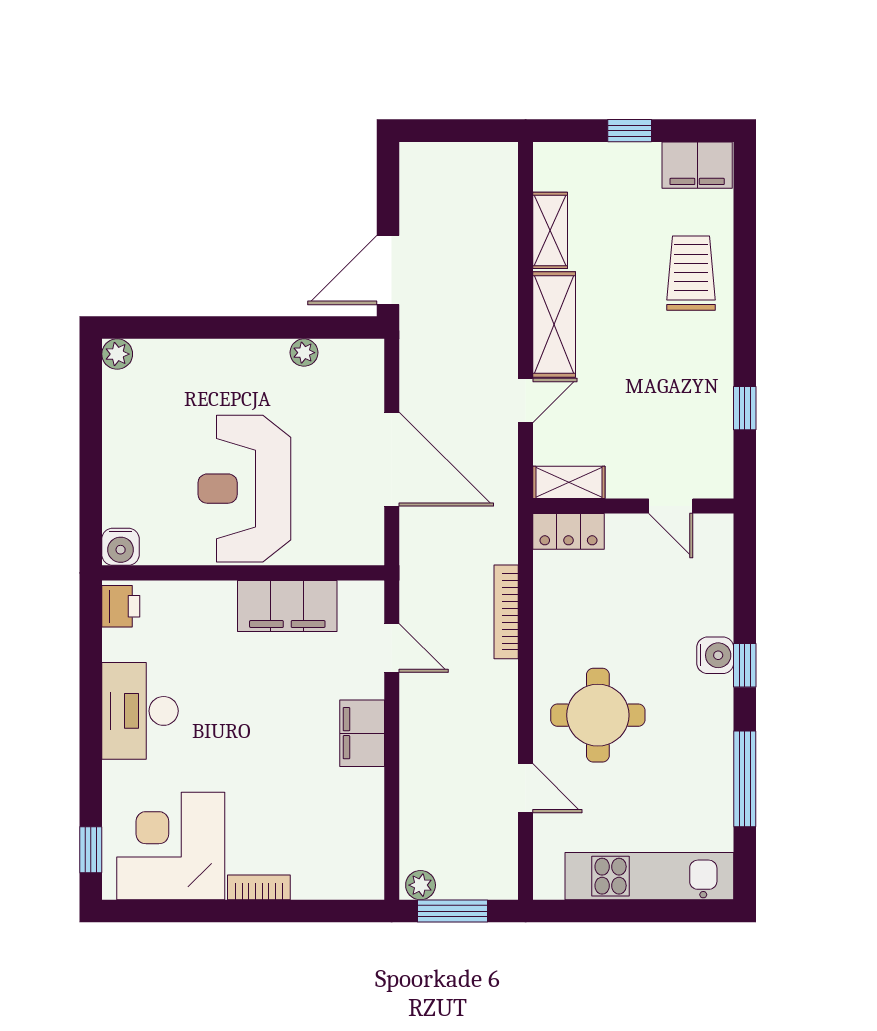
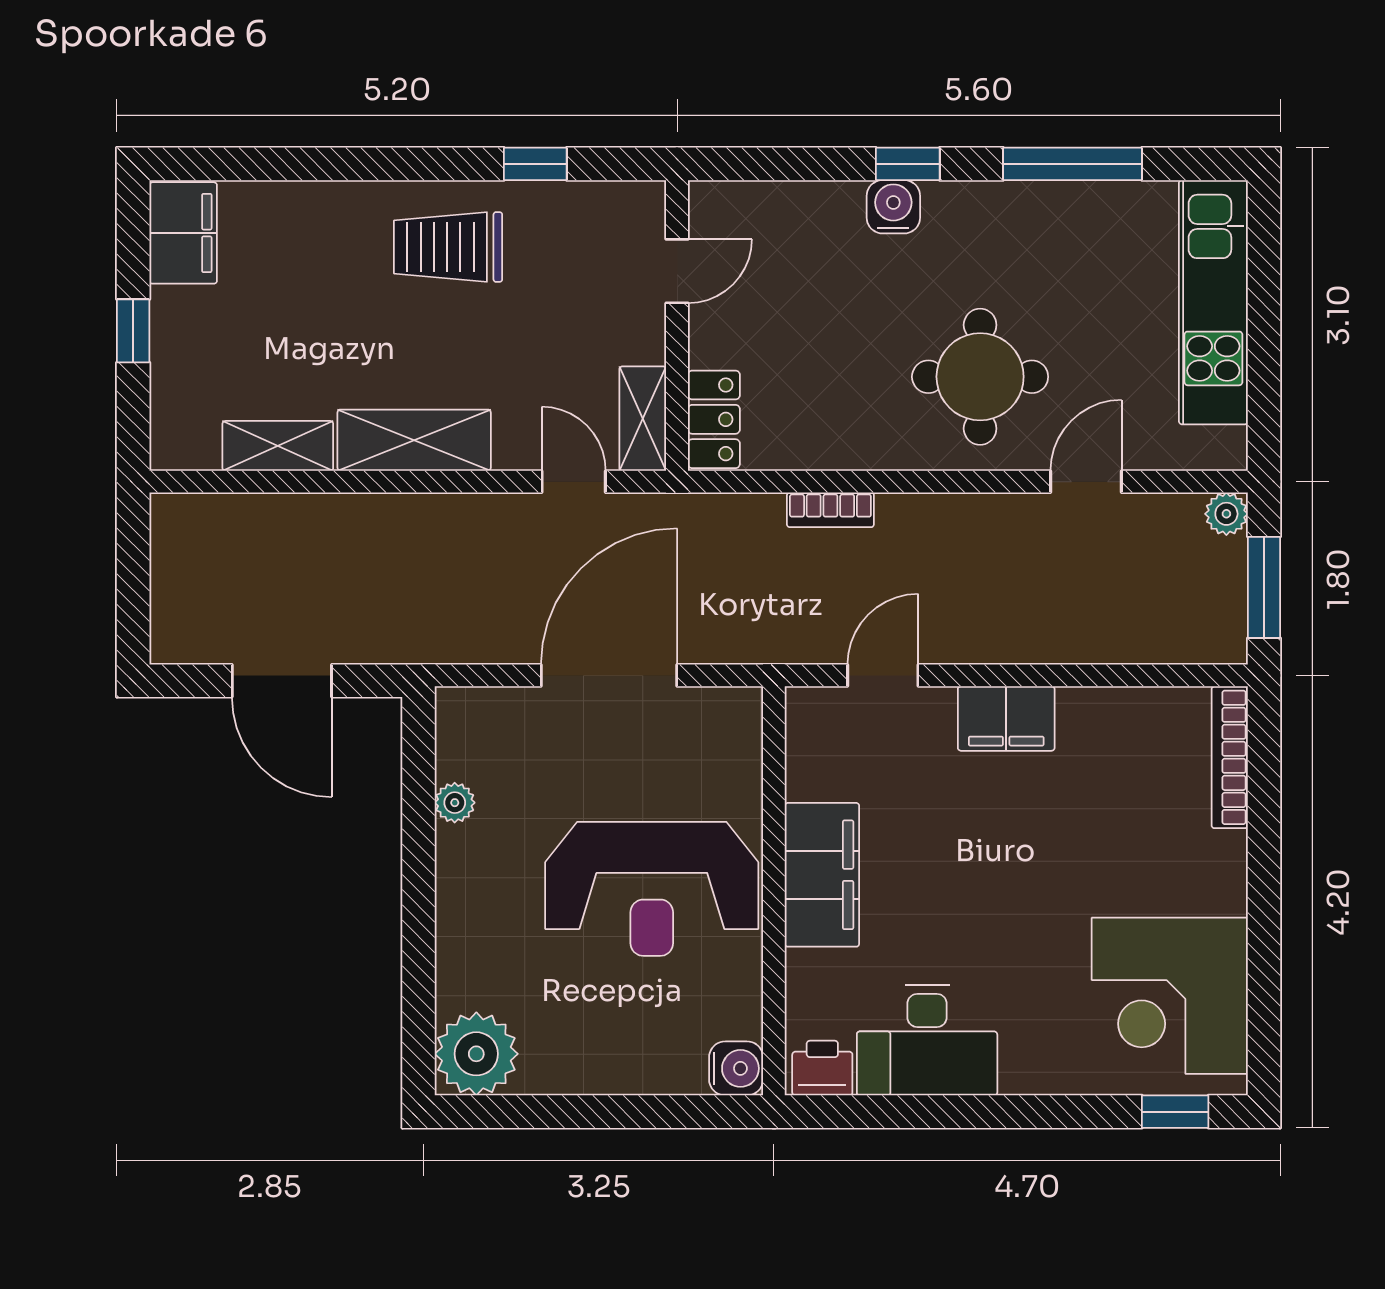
door: (388, 270) -> (282, 681), moved
trolley: (691, 273) -> (448, 247), moved
plant: (117, 354) -> (476, 1054), width x1.88, depth x1.88
door: (526, 400) -> (574, 482), moved
filing cabinet: (287, 606) -> (822, 875), moved
bookcase: (506, 612) -> (830, 510), width x0.64
desk: (140, 711) -> (927, 1040), moved
plant: (421, 885) -> (1226, 514), moved
bookcase: (259, 887) -> (1230, 757), moved, width x1.56

